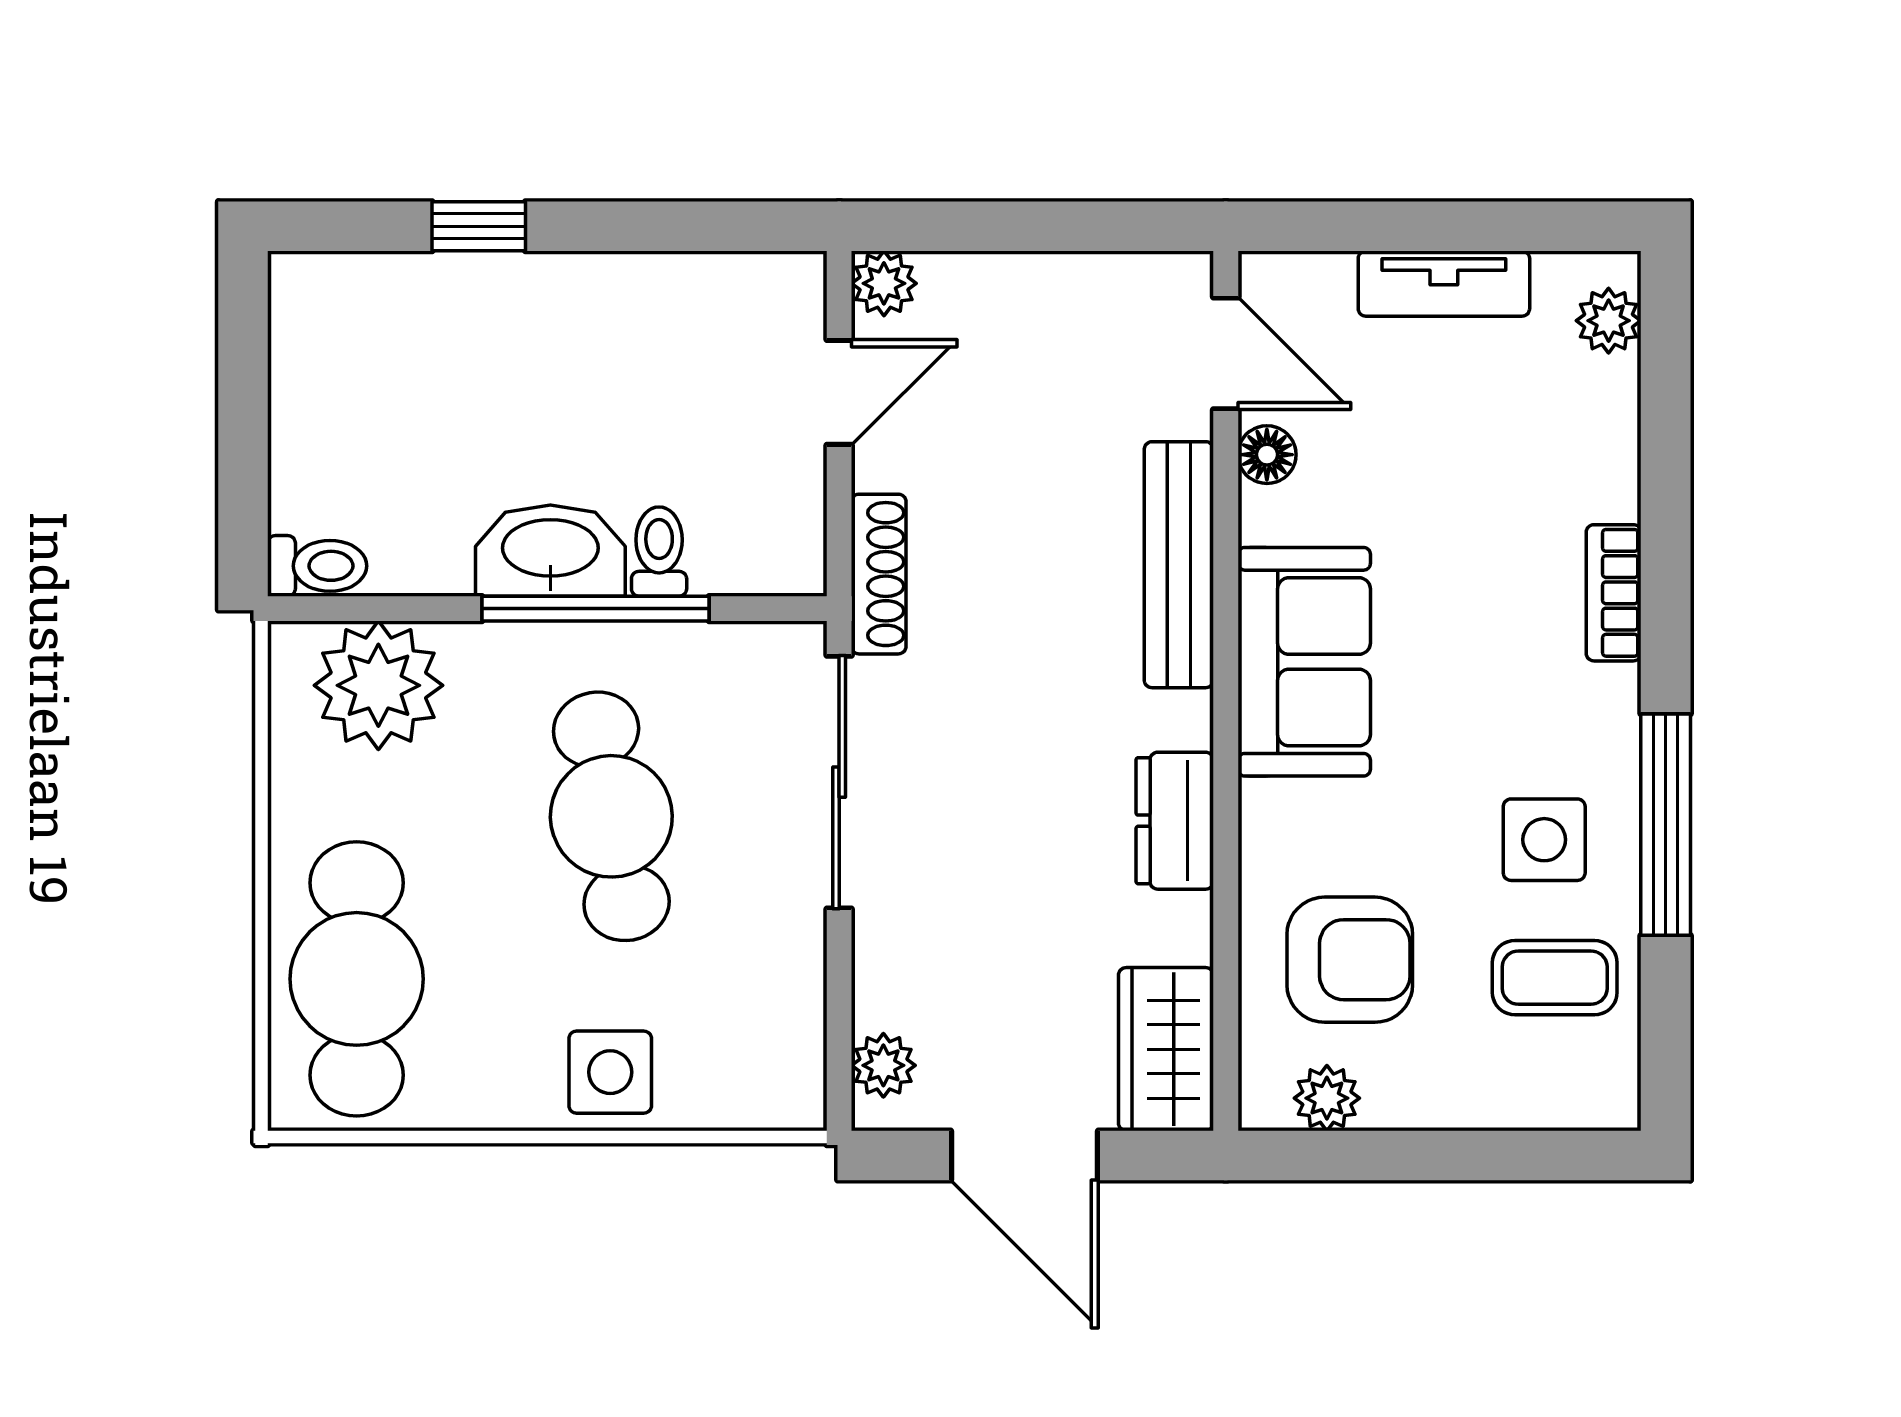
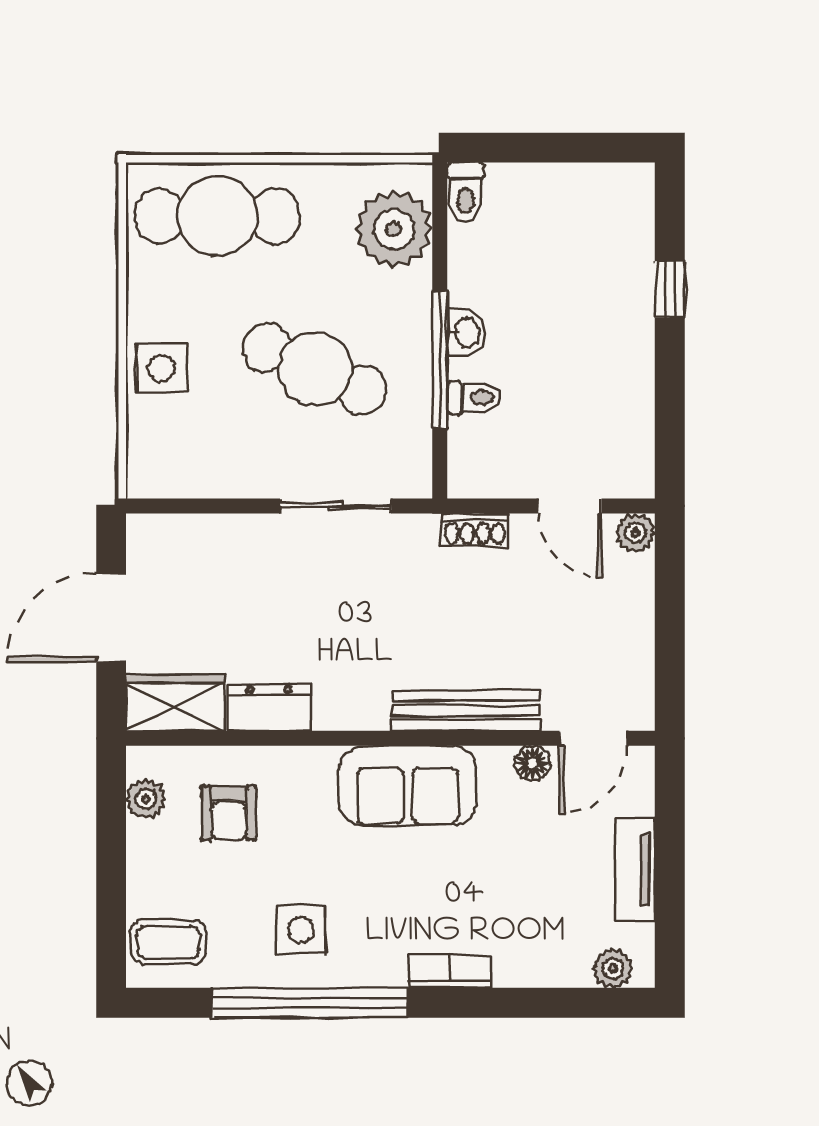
washbasin: (550, 551) -> (466, 332), width x0.52, depth x0.69
shoe rack: (879, 574) -> (475, 530), width x0.70
sliding door: (839, 782) -> (336, 506), width x0.73
cafe table: (611, 816) -> (315, 369), turned 34
dresser: (1175, 821) -> (269, 708), moved
window: (1666, 825) -> (310, 1003), width x1.46
armchair: (1350, 960) -> (229, 813), width x0.72, depth x0.72
coffee table: (1555, 978) -> (169, 942), moved, turned 90
plant: (883, 1065) -> (165, 533), removed

